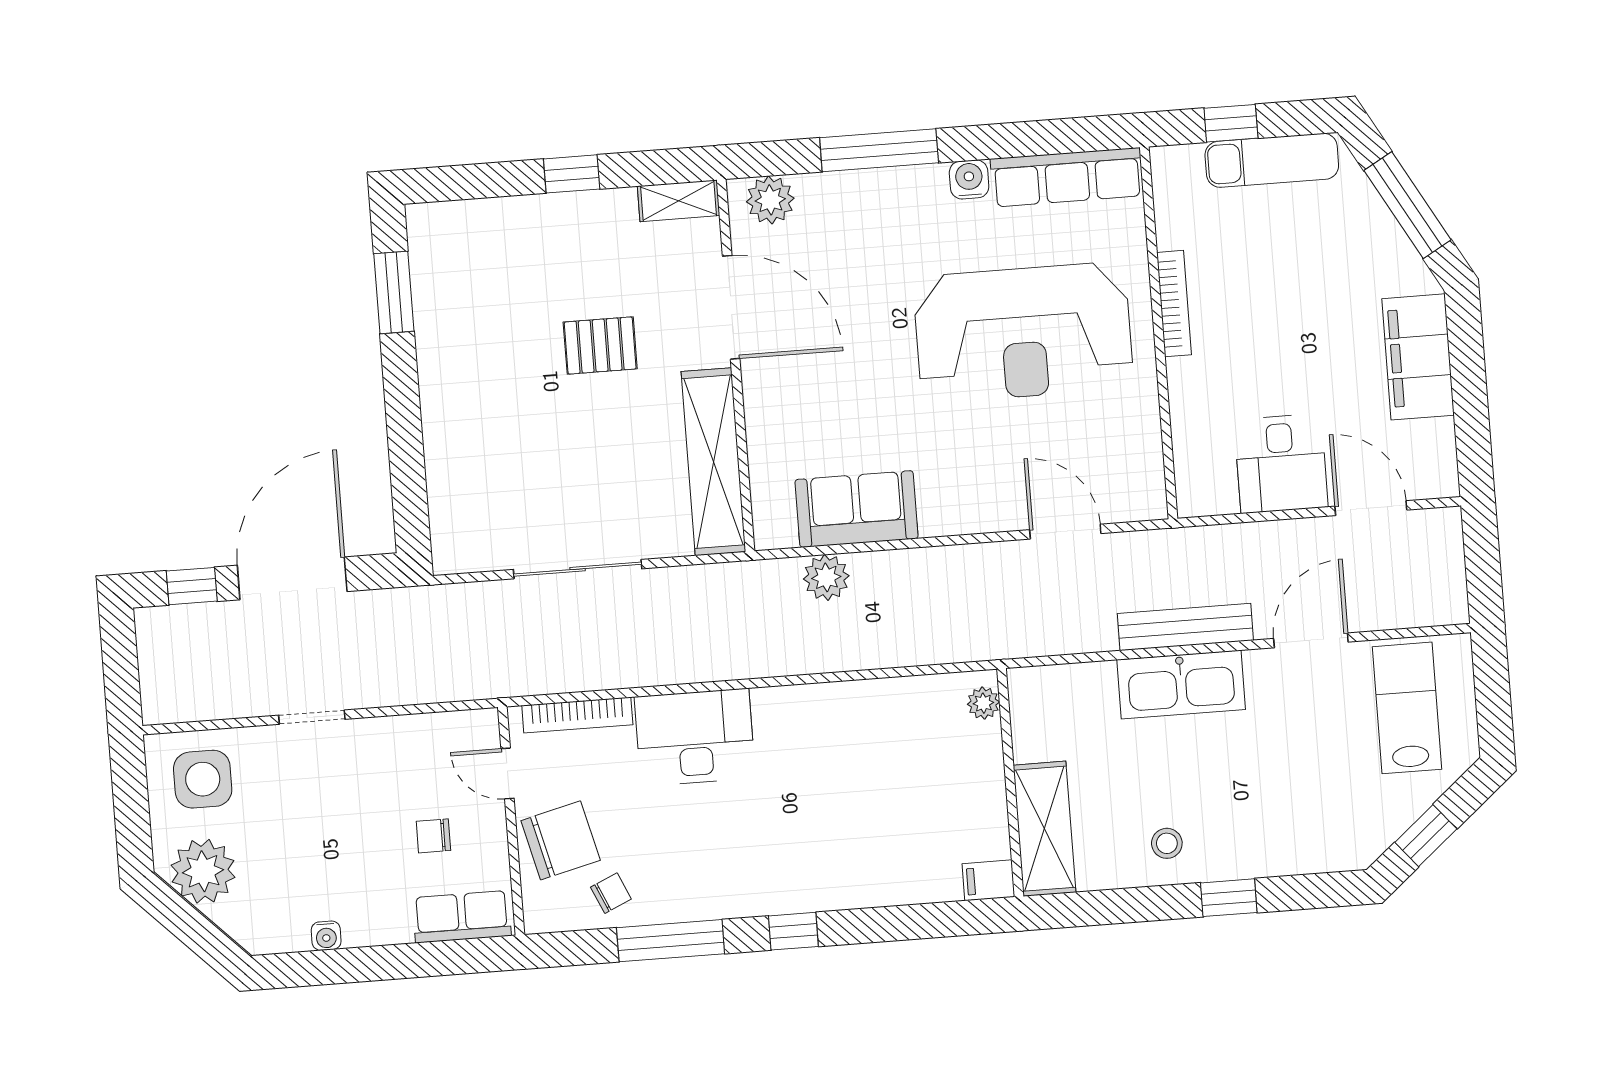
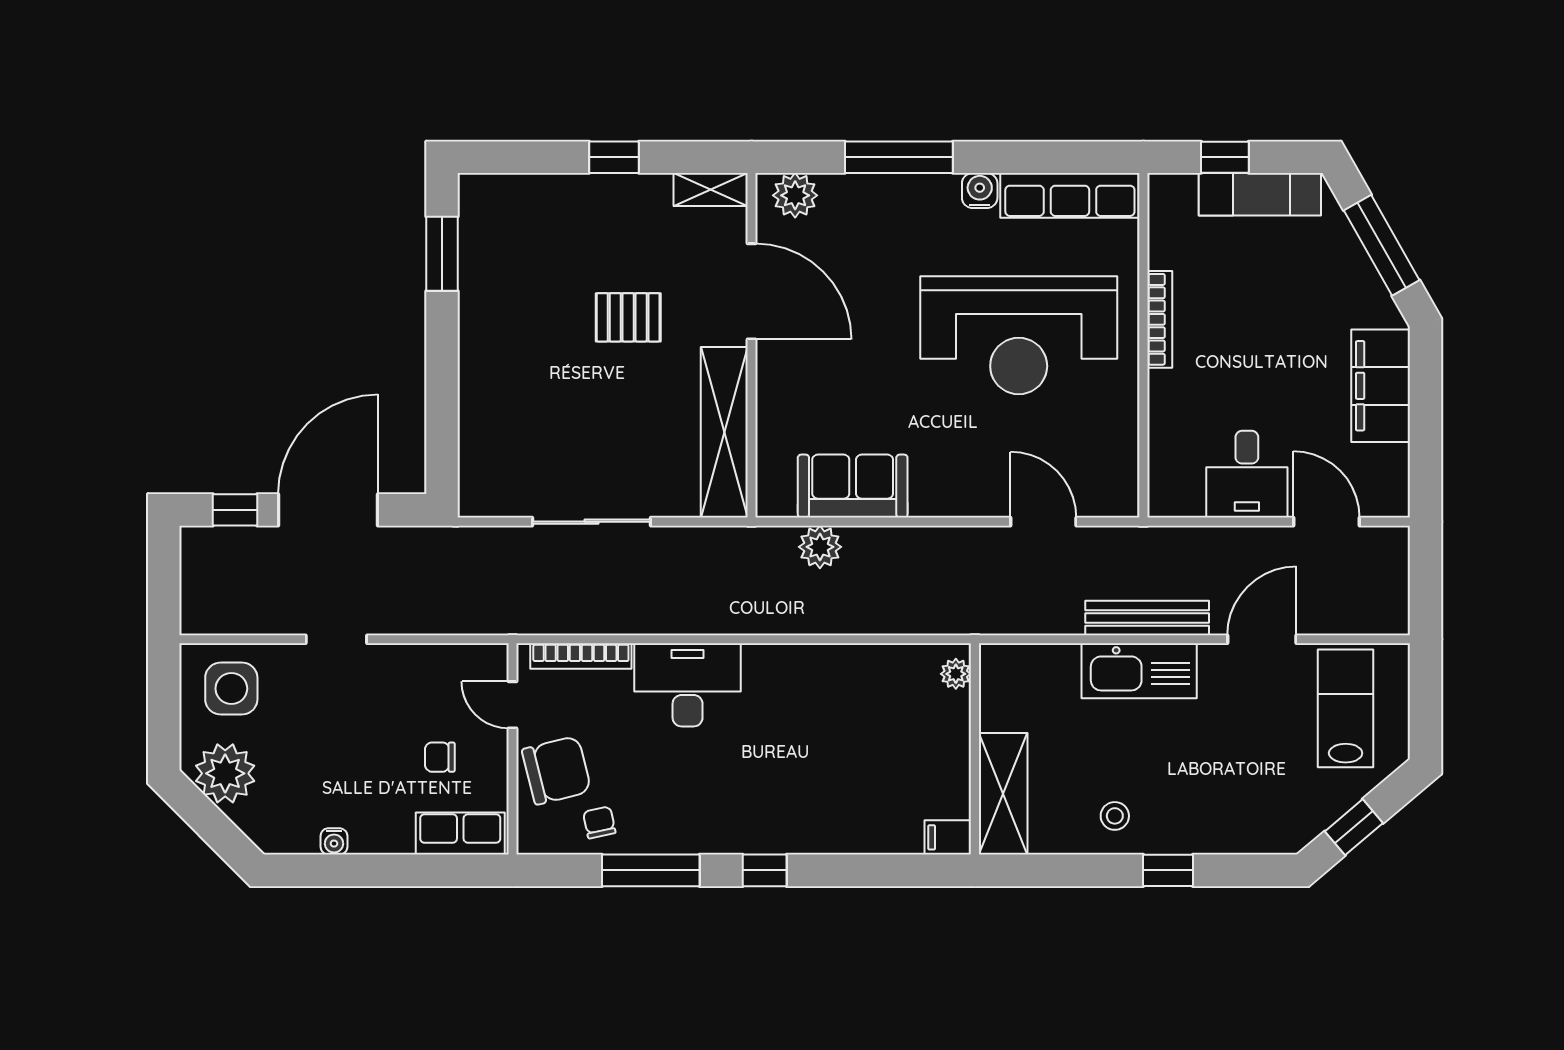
chair: (611, 893) -> (599, 822), turned -78

